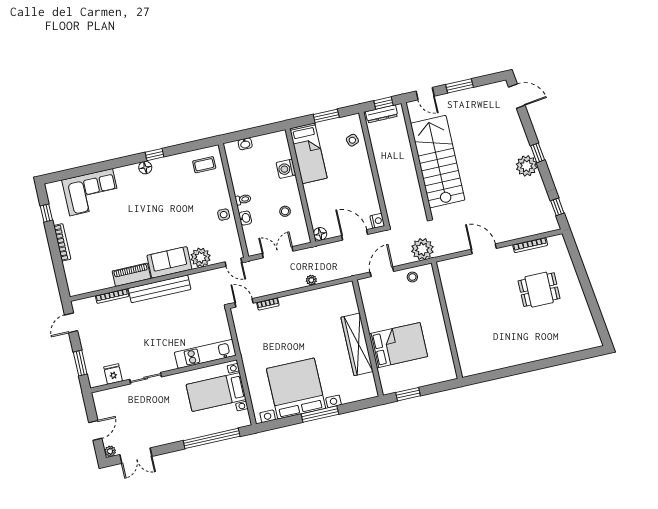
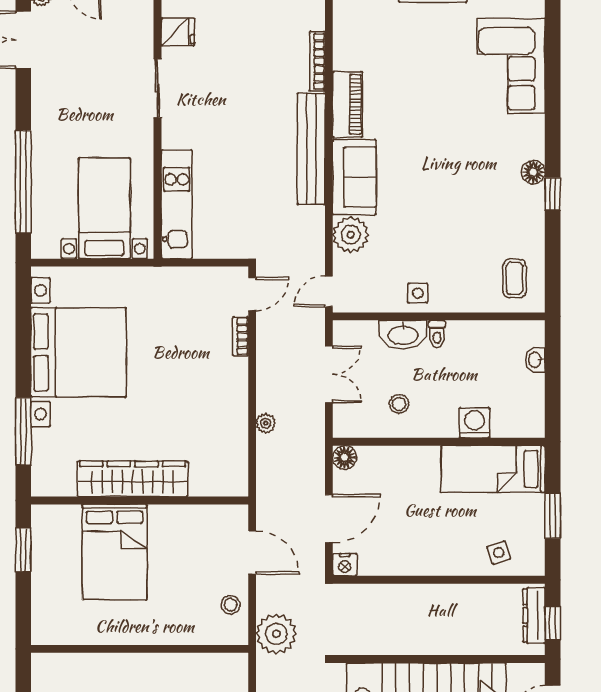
washbasin: (245, 218) -> (403, 335), width x1.91, depth x1.45
window: (320, 414) -> (23, 431), moved

